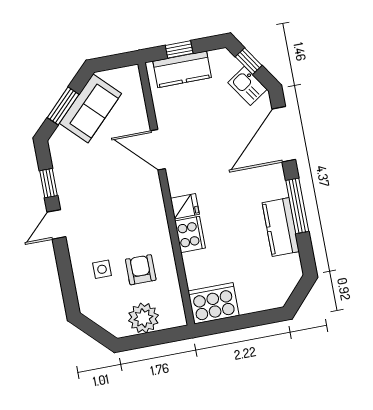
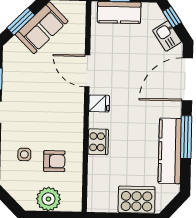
fridge: (185, 206) -> (99, 103), moved
kitchen counter: (281, 227) -> (170, 151), width x1.50
armchair: (141, 270) -> (54, 161), turned 90
cooker: (214, 303) -> (137, 200), moved

